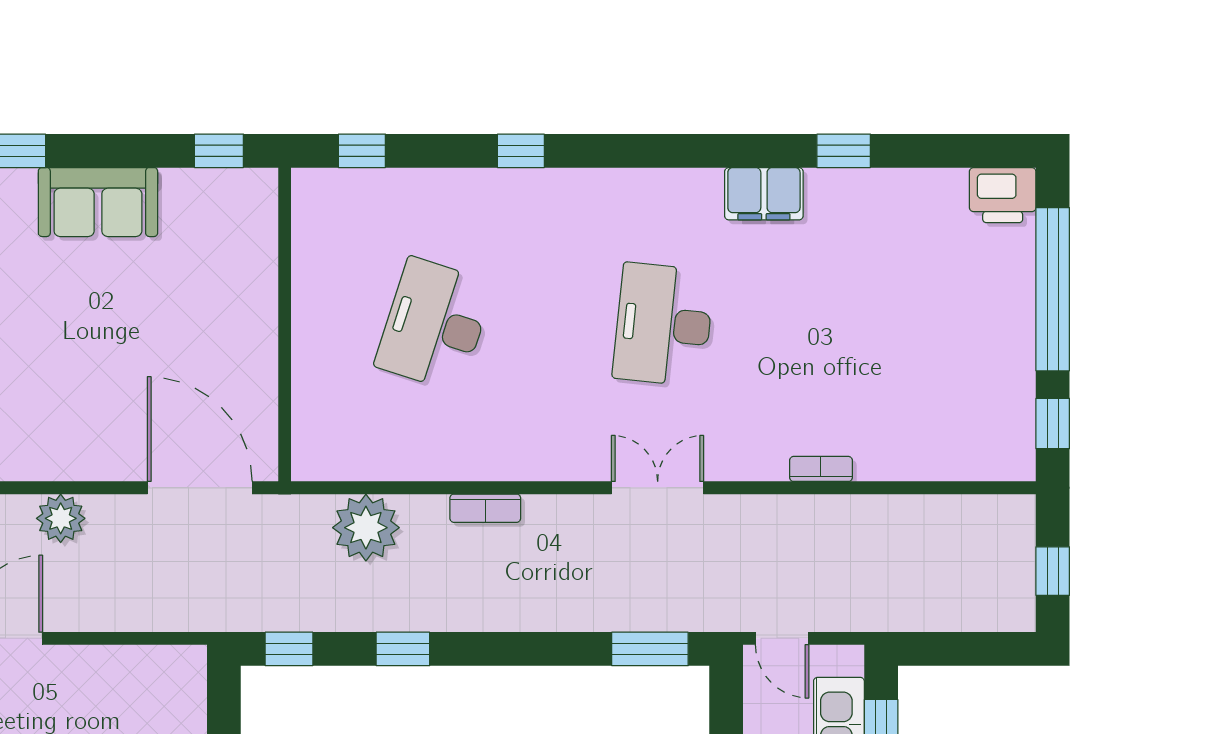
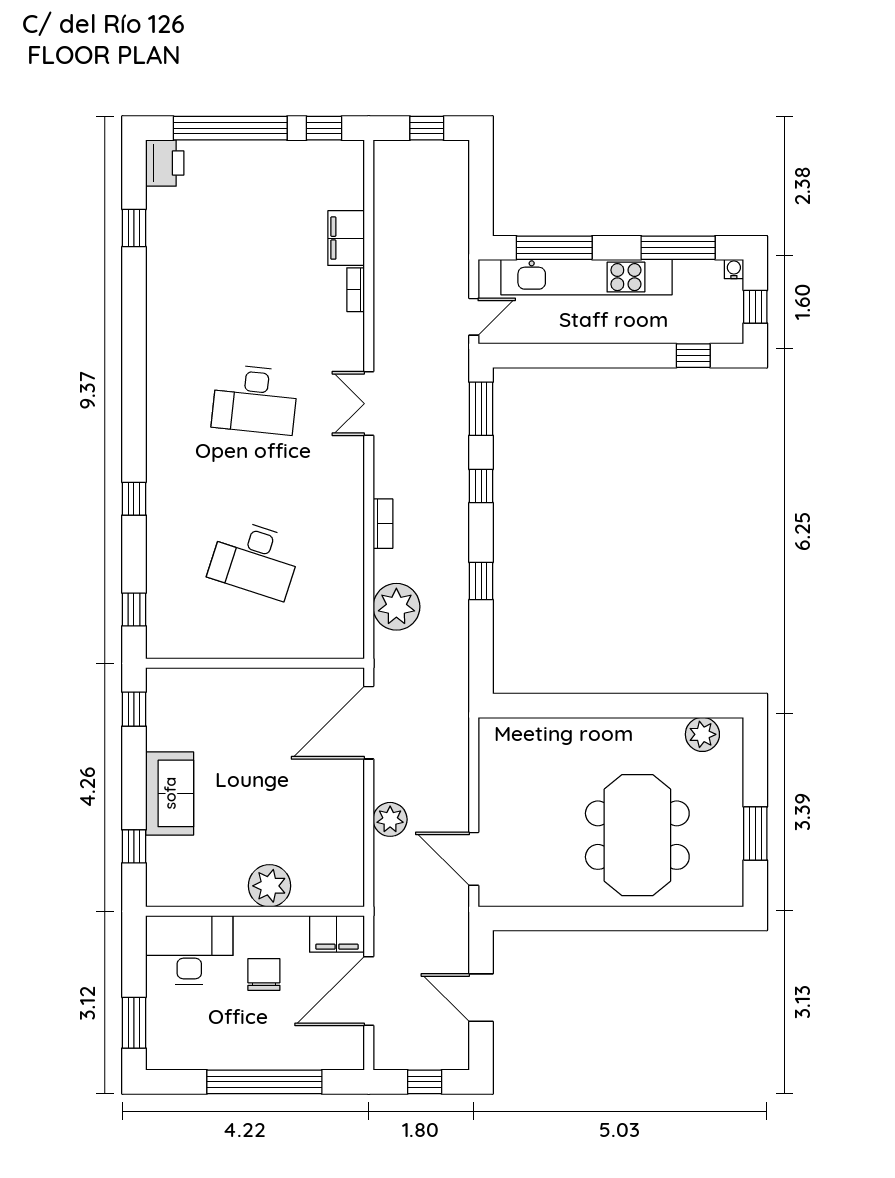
window: (844, 151) -> (134, 228), moved
filing cabinet: (764, 194) -> (346, 238), moved, turned 180
window: (289, 649) -> (481, 486), moved

